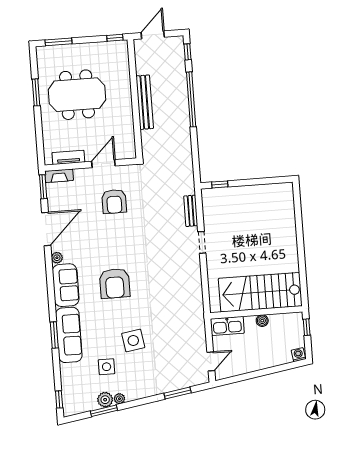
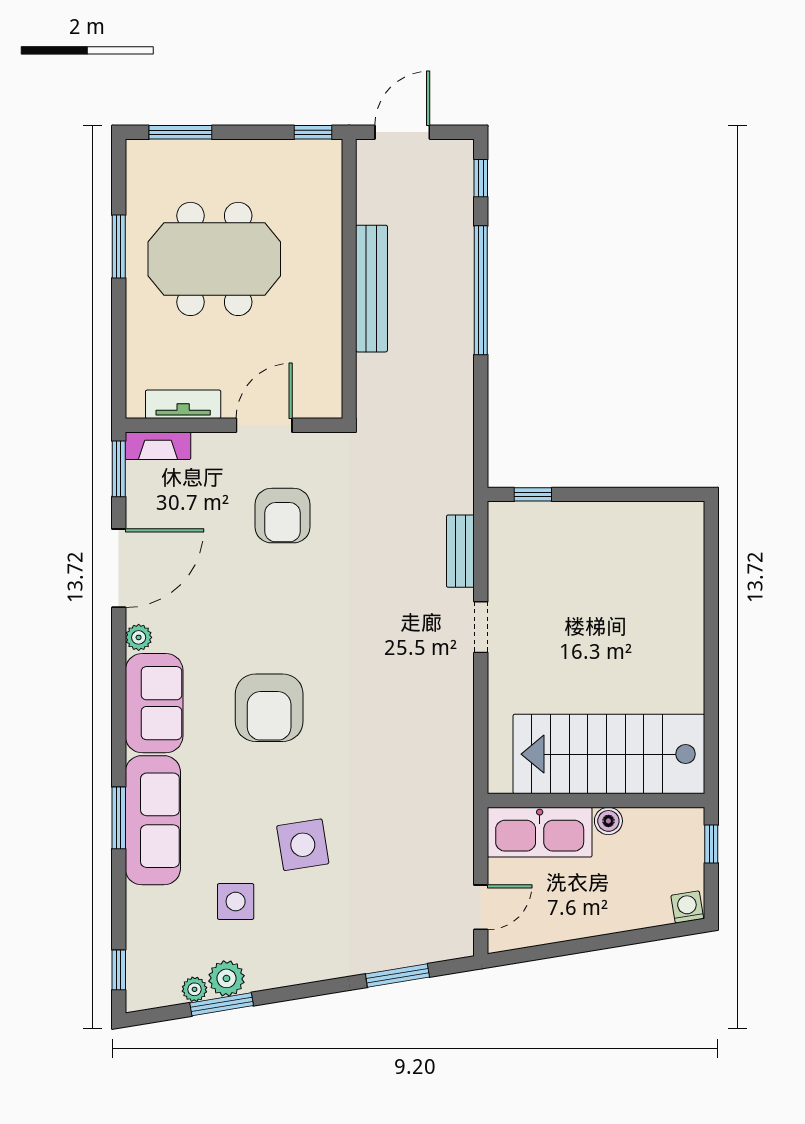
kitchen sink: (227, 326) -> (540, 832), width x1.36, depth x1.24
plant: (119, 399) -> (195, 989), moved

